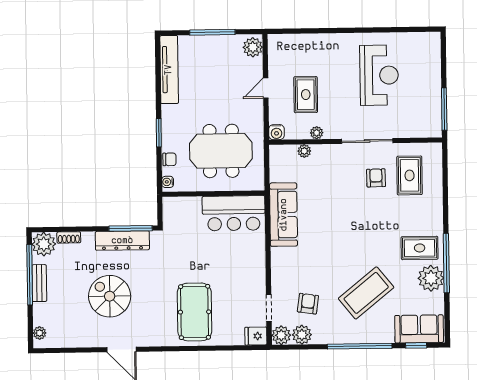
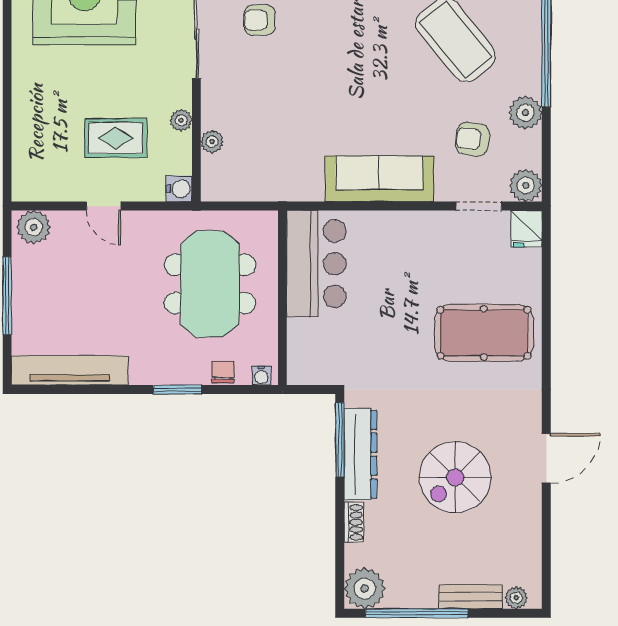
sofa: (284, 215) -> (379, 179), moved
shoe rack: (69, 237) -> (354, 522), moved
bench: (39, 283) -> (471, 597), moved
plant: (302, 335) -> (525, 113), moved

